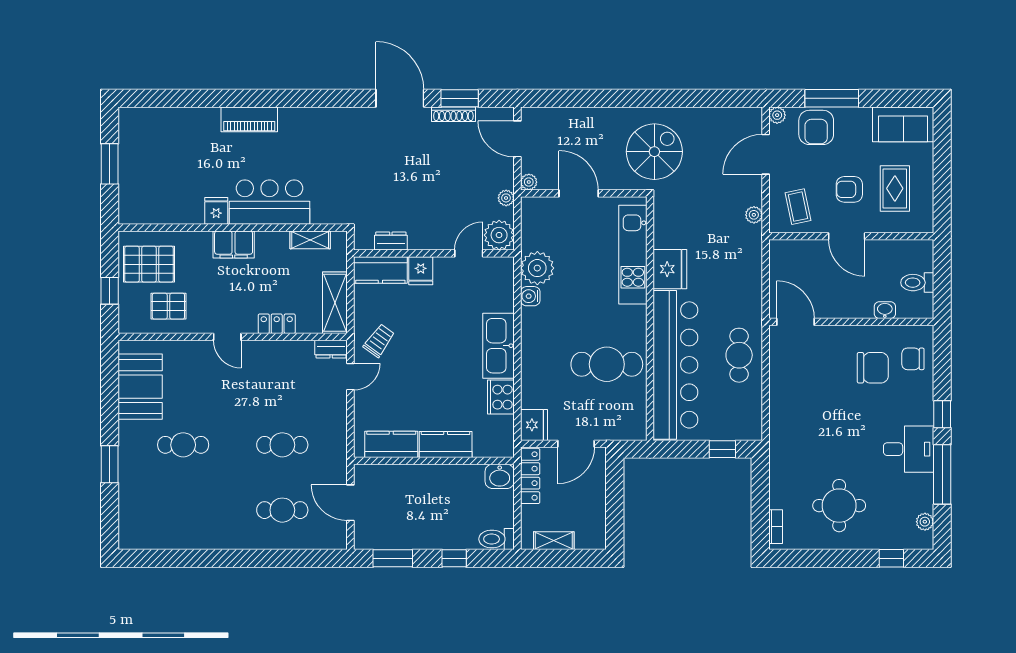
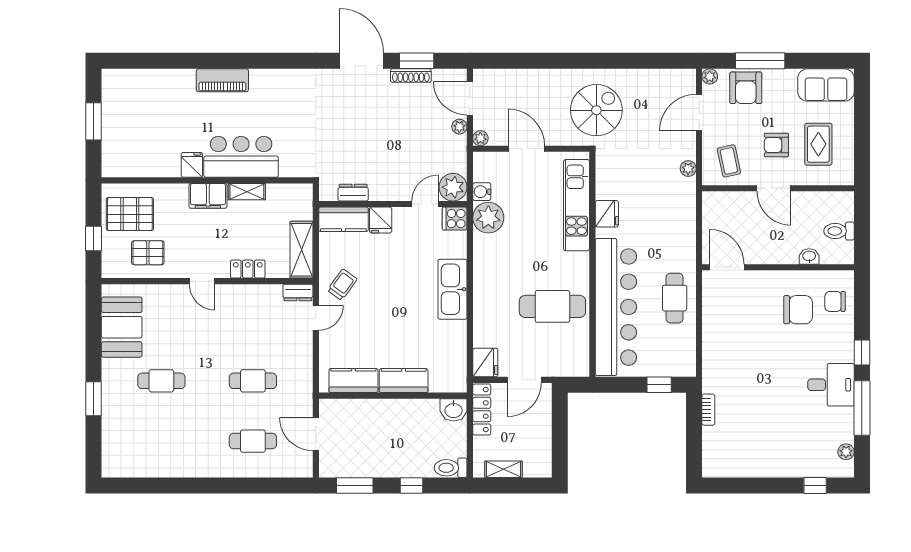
plant: (506, 198) -> (459, 127), moved
shelving: (310, 240) -> (247, 192), moved
fridge: (670, 269) -> (607, 214), width x0.73, depth x0.75
water cooler: (530, 296) -> (482, 192), moved
cooker: (501, 397) -> (455, 219), moved, width x0.73
round table: (839, 506) -> (767, 437), removed
bookcase: (776, 527) -> (708, 410), moved

